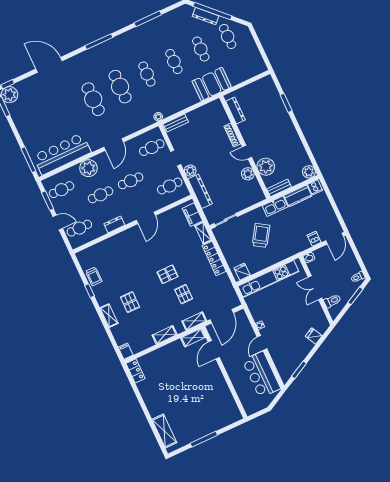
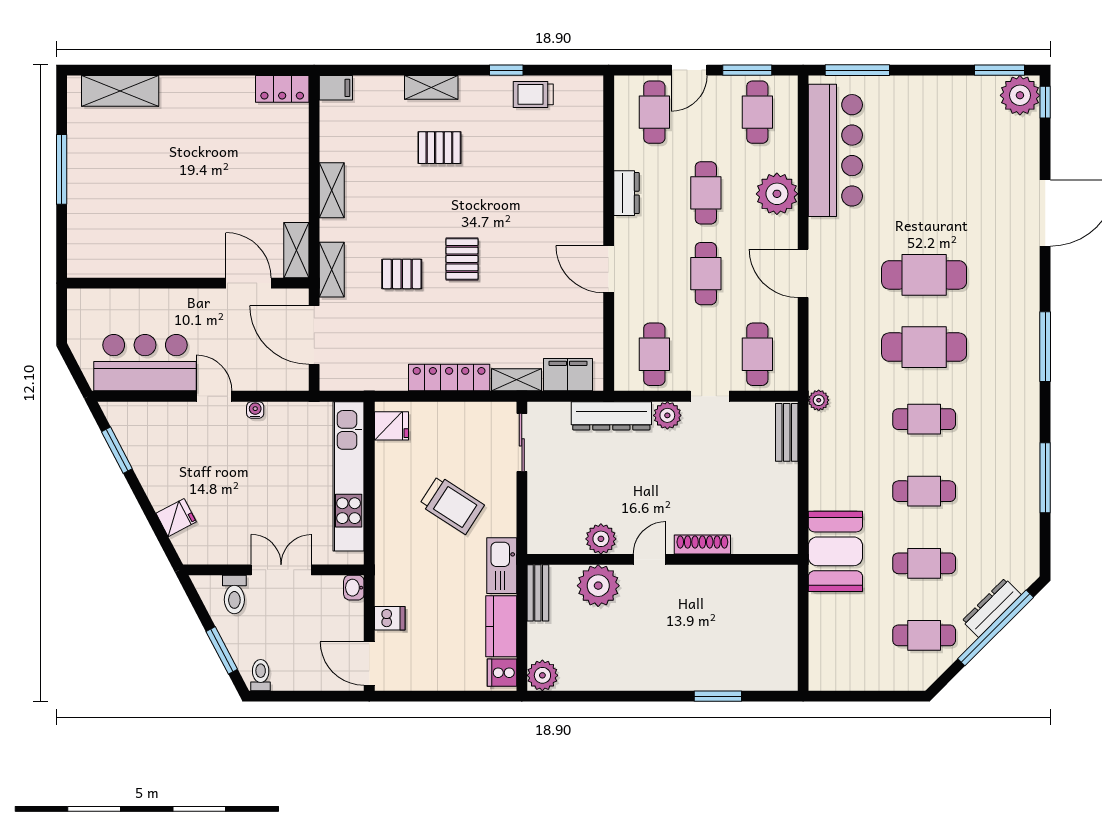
dresser: (235, 111) -> (753, 577), removed

